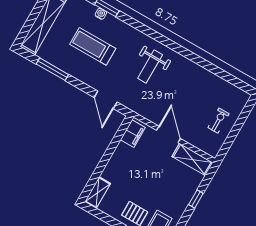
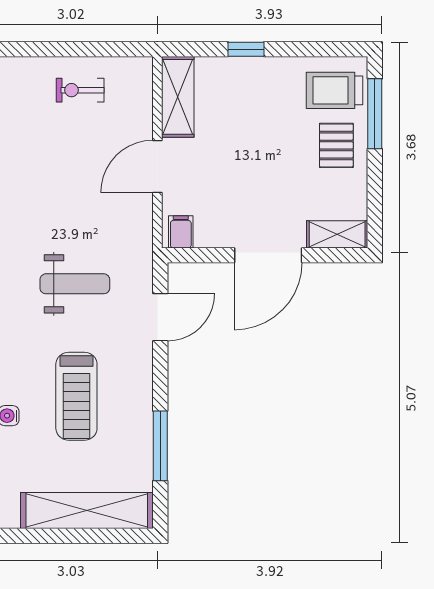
weight bench: (150, 67) -> (75, 284), moved
filing cabinet: (133, 134) -> (181, 232), width x0.50
door: (105, 159) -> (268, 255), added

